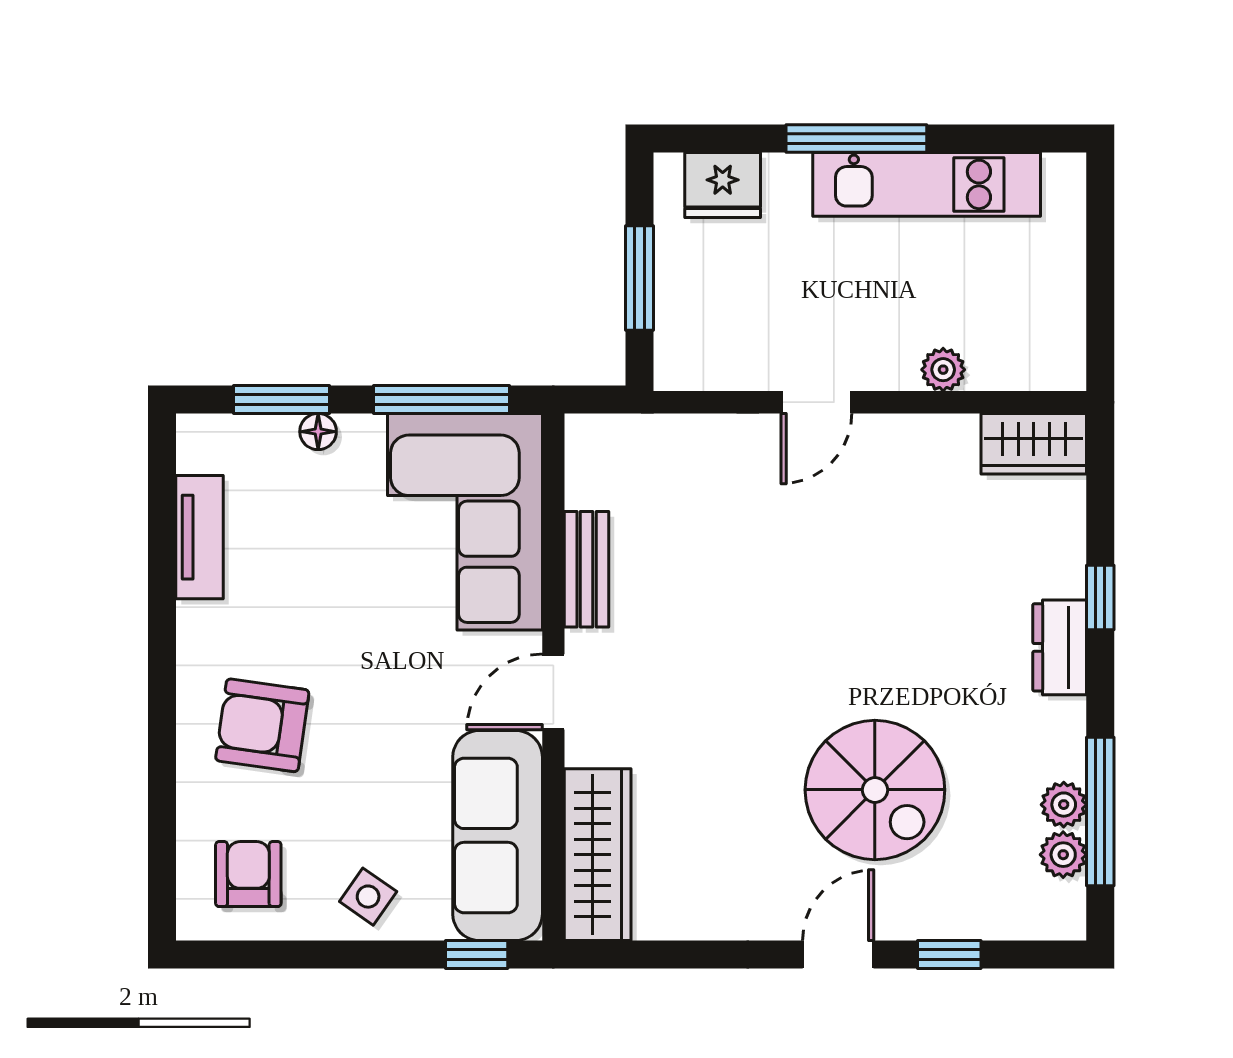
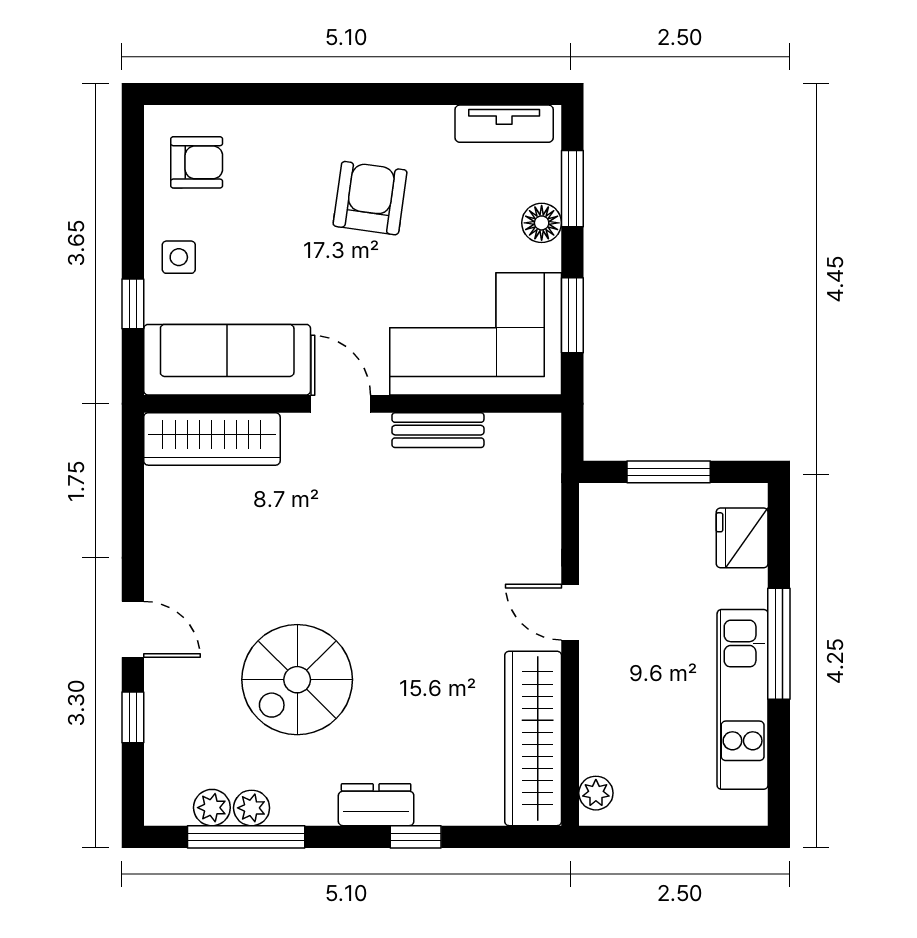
plant: (943, 370) -> (596, 793), moved
window: (442, 399) -> (572, 315), width x0.69
floor lamp: (318, 432) -> (542, 223), width x1.37, depth x1.37
wardrobe: (1034, 444) -> (533, 738), width x2.10, depth x1.17
tv unit: (199, 537) -> (504, 124), moved
armchair: (262, 725) -> (370, 198), moved
spiral stairs: (875, 790) -> (297, 680), moved
side table: (368, 897) -> (179, 257), turned -35
window: (477, 955) -> (133, 304), moved

